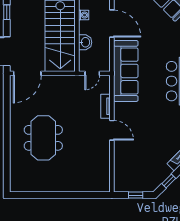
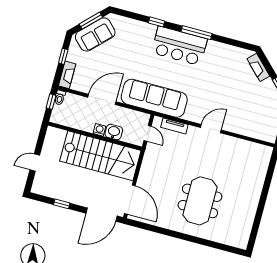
washing machine: (84, 15) -> (99, 130), moved
tv unit: (106, 106) -> (174, 126), moved
meeting table: (43, 138) -> (200, 201), turned 90

